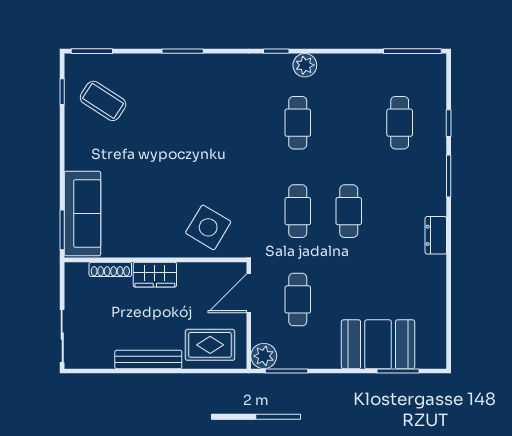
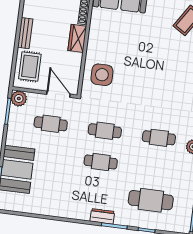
cafe table: (400, 123) -> (151, 200), width x1.37, depth x1.35
side table: (208, 227) -> (102, 75), turned -32
dresser: (436, 235) -> (102, 216), moved
bench: (148, 359) -> (25, 33), width x0.73

